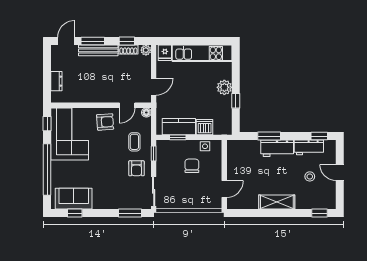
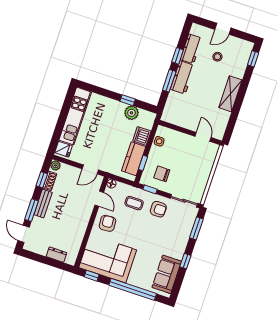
bench: (98, 50) -> (43, 203), width x0.73
door: (154, 87) -> (90, 169), swing flipped
plant: (224, 87) -> (131, 113), moved
window: (319, 136) -> (178, 56), moved
chair: (192, 166) -> (162, 174), moved
window: (75, 213) -> (185, 261), moved

